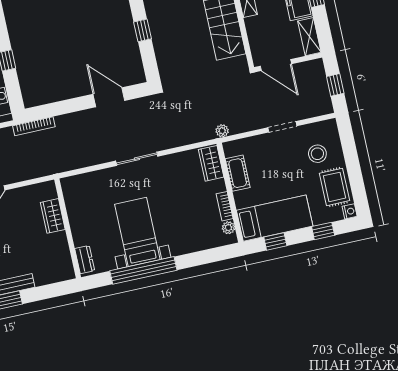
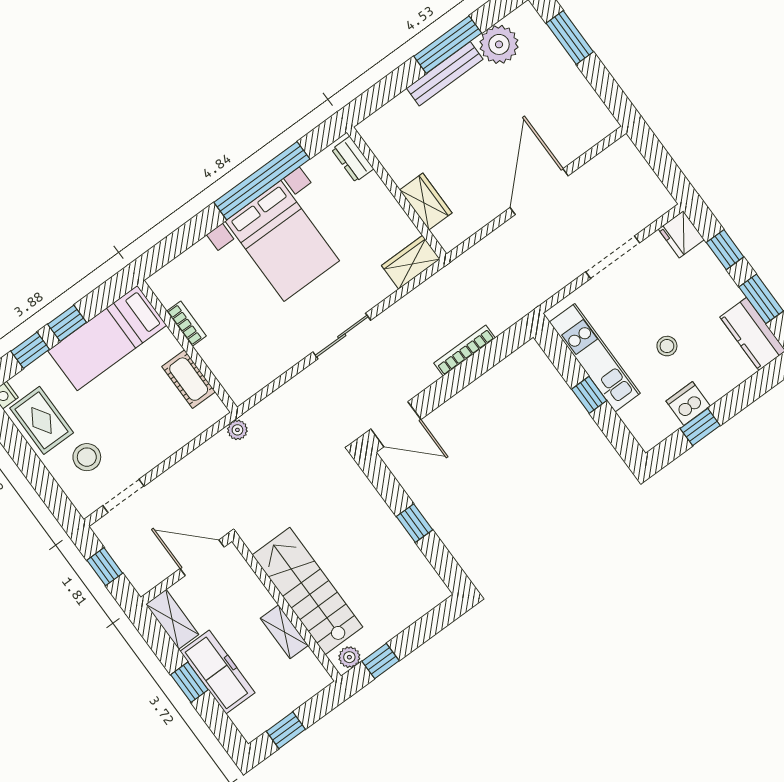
door: (109, 97) -> (396, 424), moved
bookcase: (34, 126) -> (464, 350), moved
doorway: (282, 127) -> (124, 496), moved
wardrobe: (211, 163) -> (411, 262), moved, turned -90
plant: (228, 228) -> (167, 295), removed
bed with nightstands: (137, 232) -> (282, 241), width x1.36
window: (275, 241) -> (67, 323), moved

